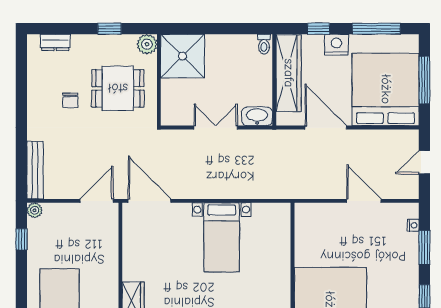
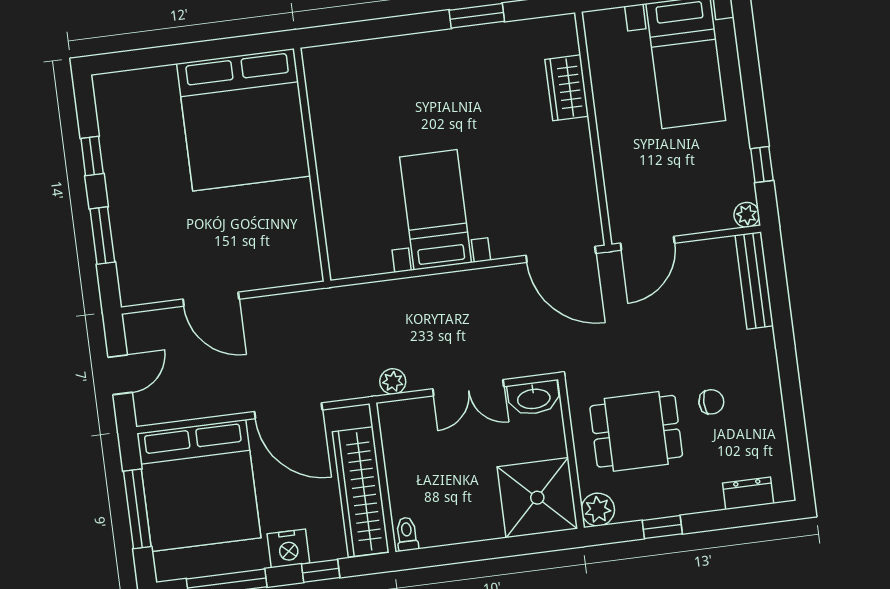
chair: (70, 100) -> (711, 402), turned 90
washbasin: (257, 116) -> (534, 398), moved
plant: (261, 137) -> (393, 381), added
nightstand: (413, 225) -> (126, 269), removed

